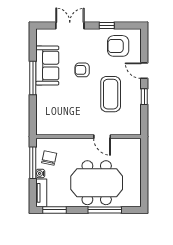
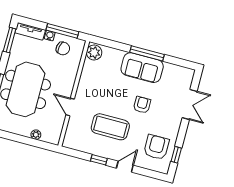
window: (107, 26) -> (176, 155), moved
sofa: (47, 66) -> (142, 68), moved
plant: (45, 128) -> (94, 53), added
door: (102, 137) -> (70, 107), hinge flipped
plant: (136, 162) -> (36, 135), added

